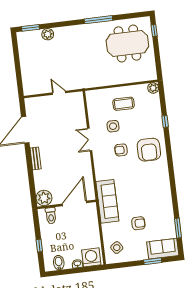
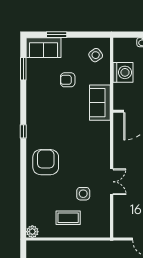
window: (165, 121) -> (23, 131), moved
armchair: (121, 150) -> (77, 166), removed
sofa: (107, 201) -> (100, 103), width x0.73
washing machine: (91, 257) -> (123, 72), moved, turned -90

